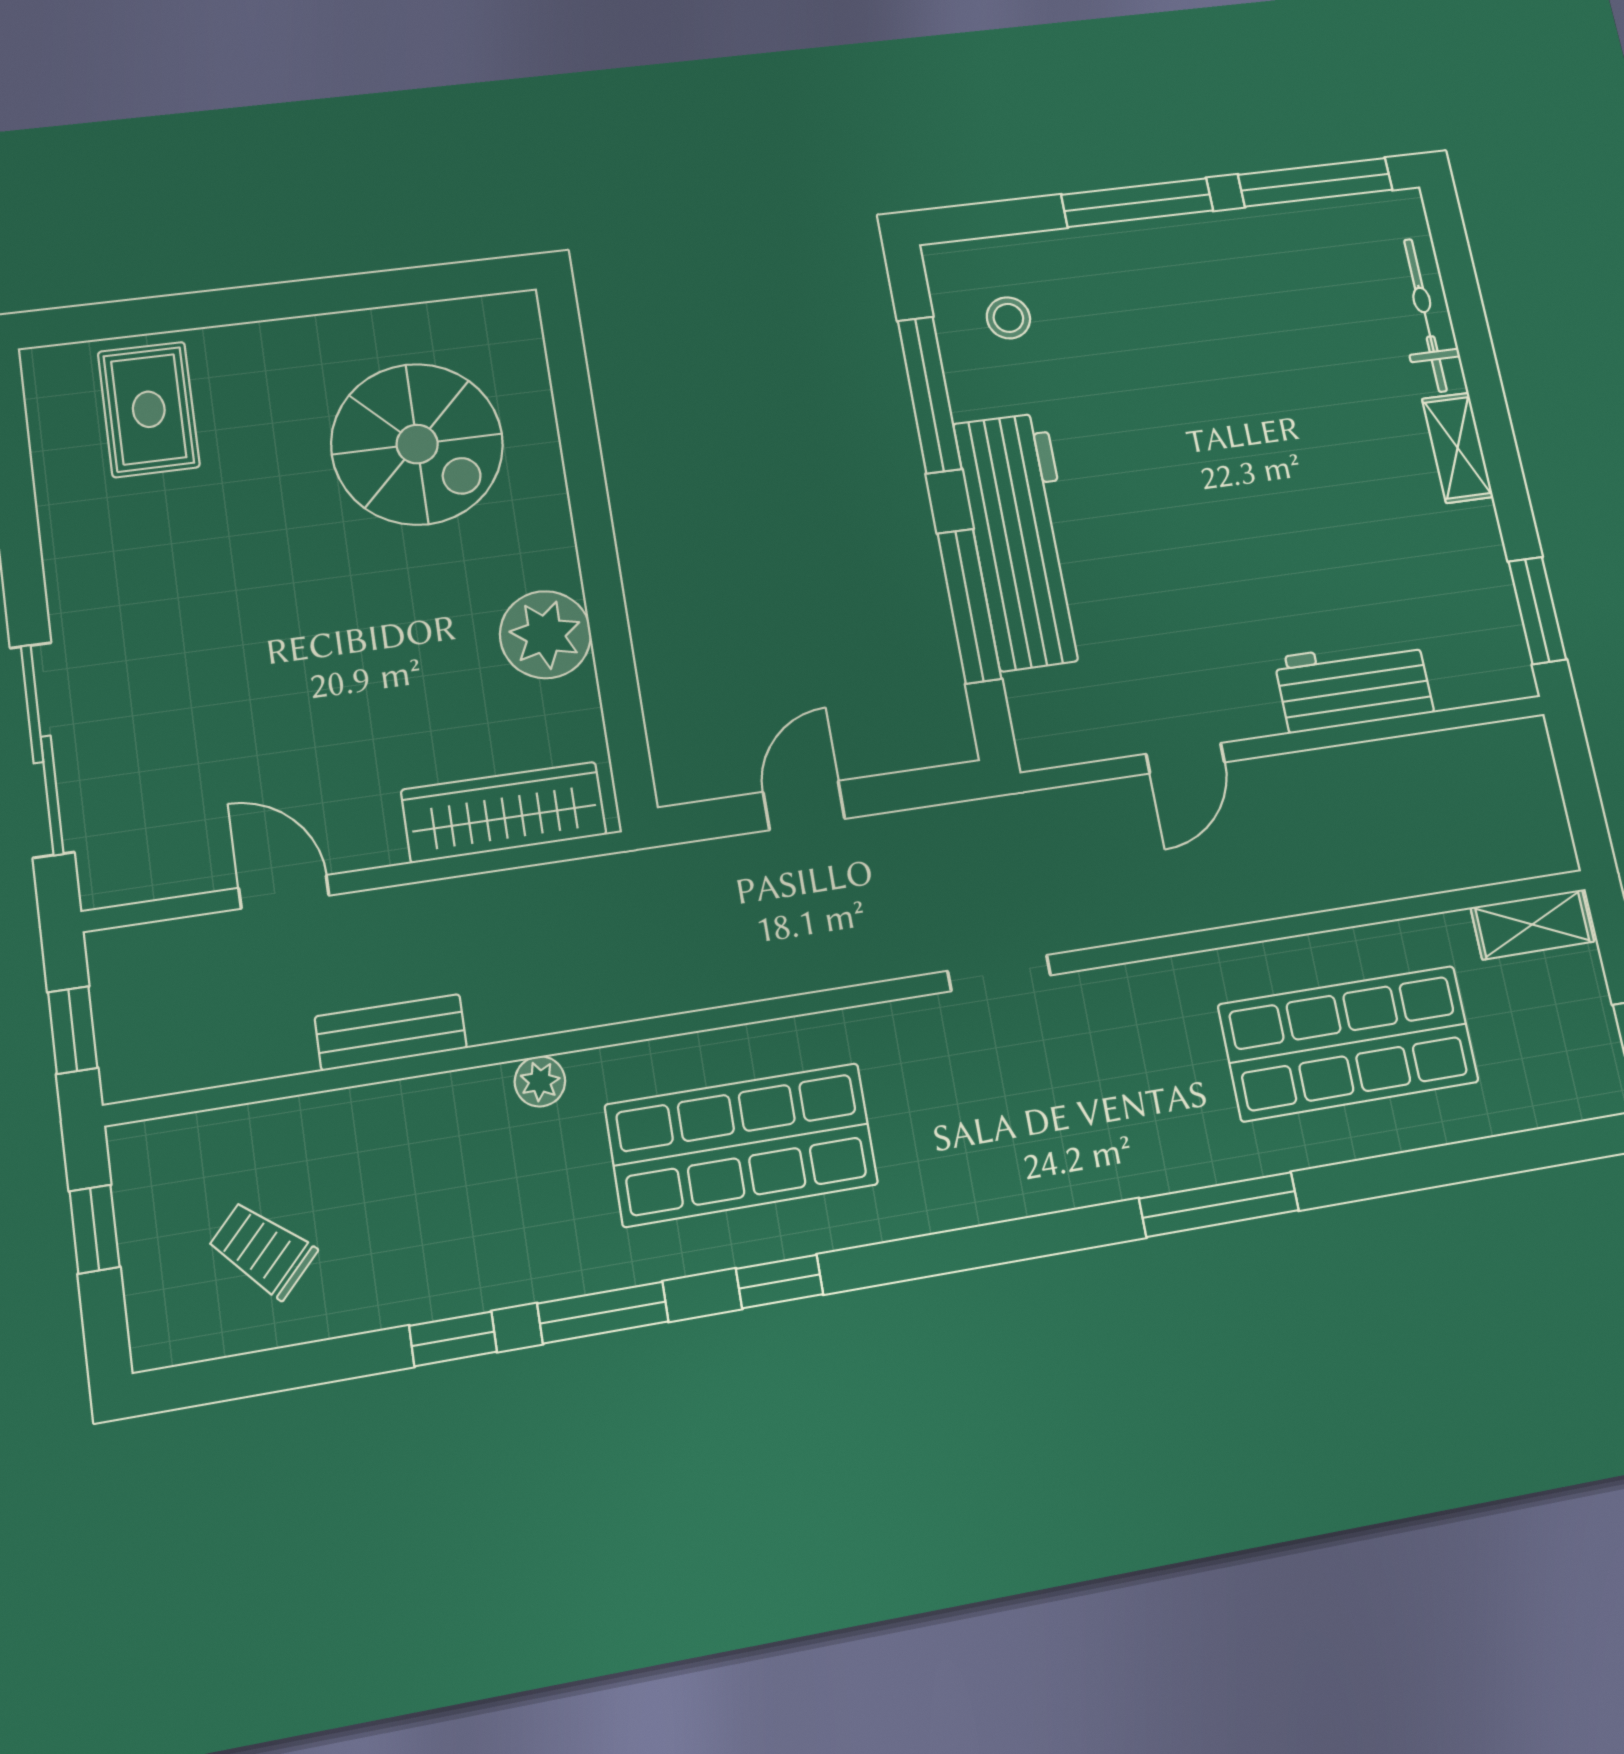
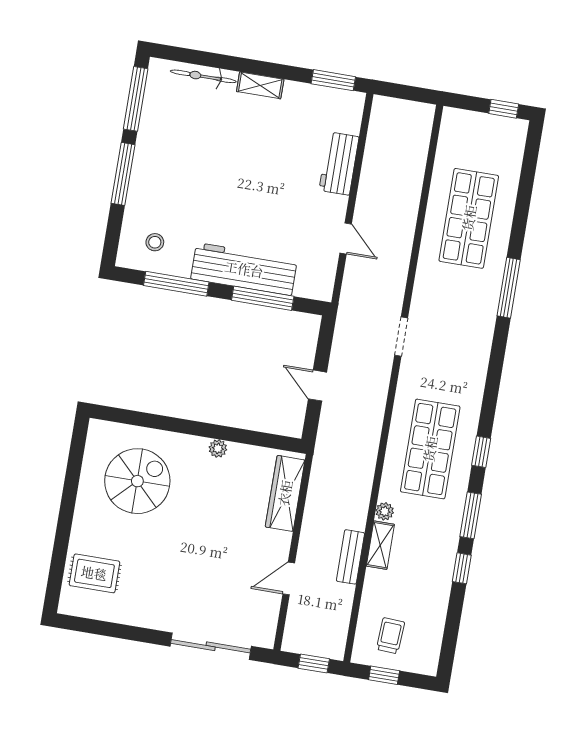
plant: (545, 635) -> (218, 448), width x0.53, depth x0.53
shelving: (1532, 924) -> (380, 545), moved
trolley: (262, 1250) -> (390, 636), moved, turned 140

